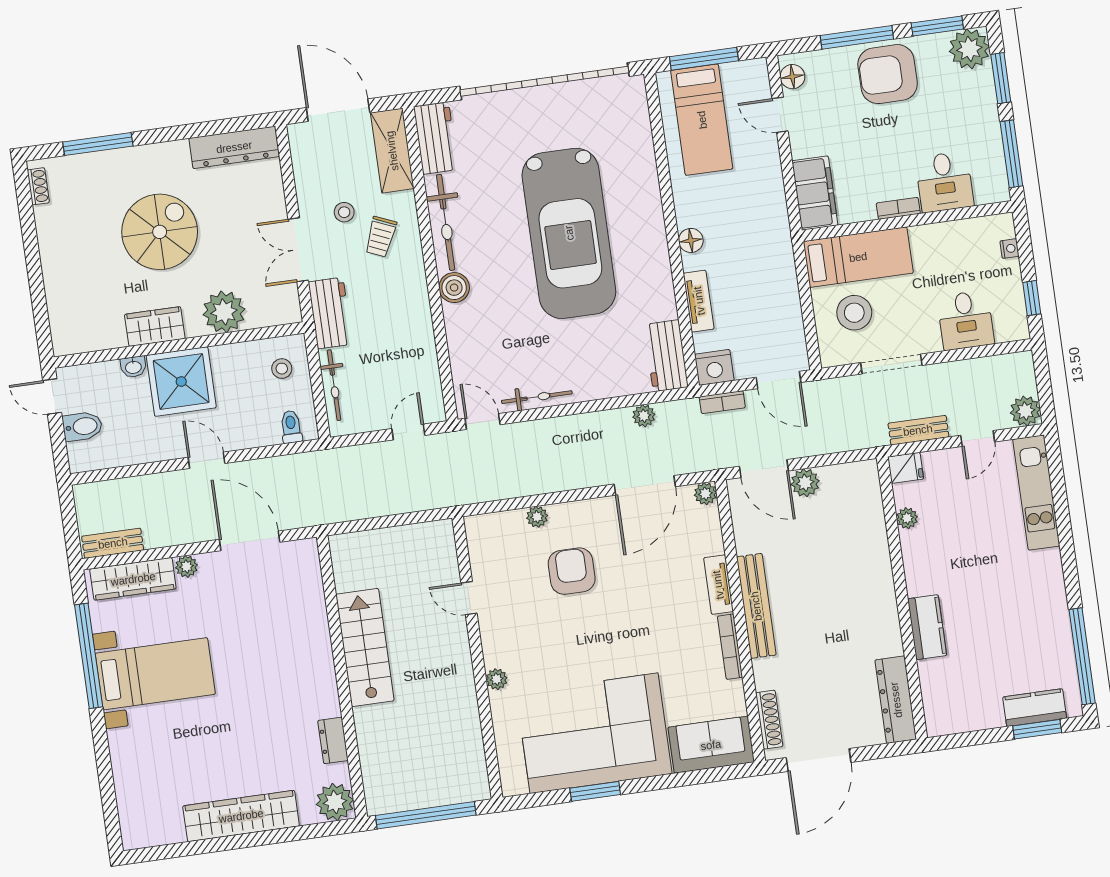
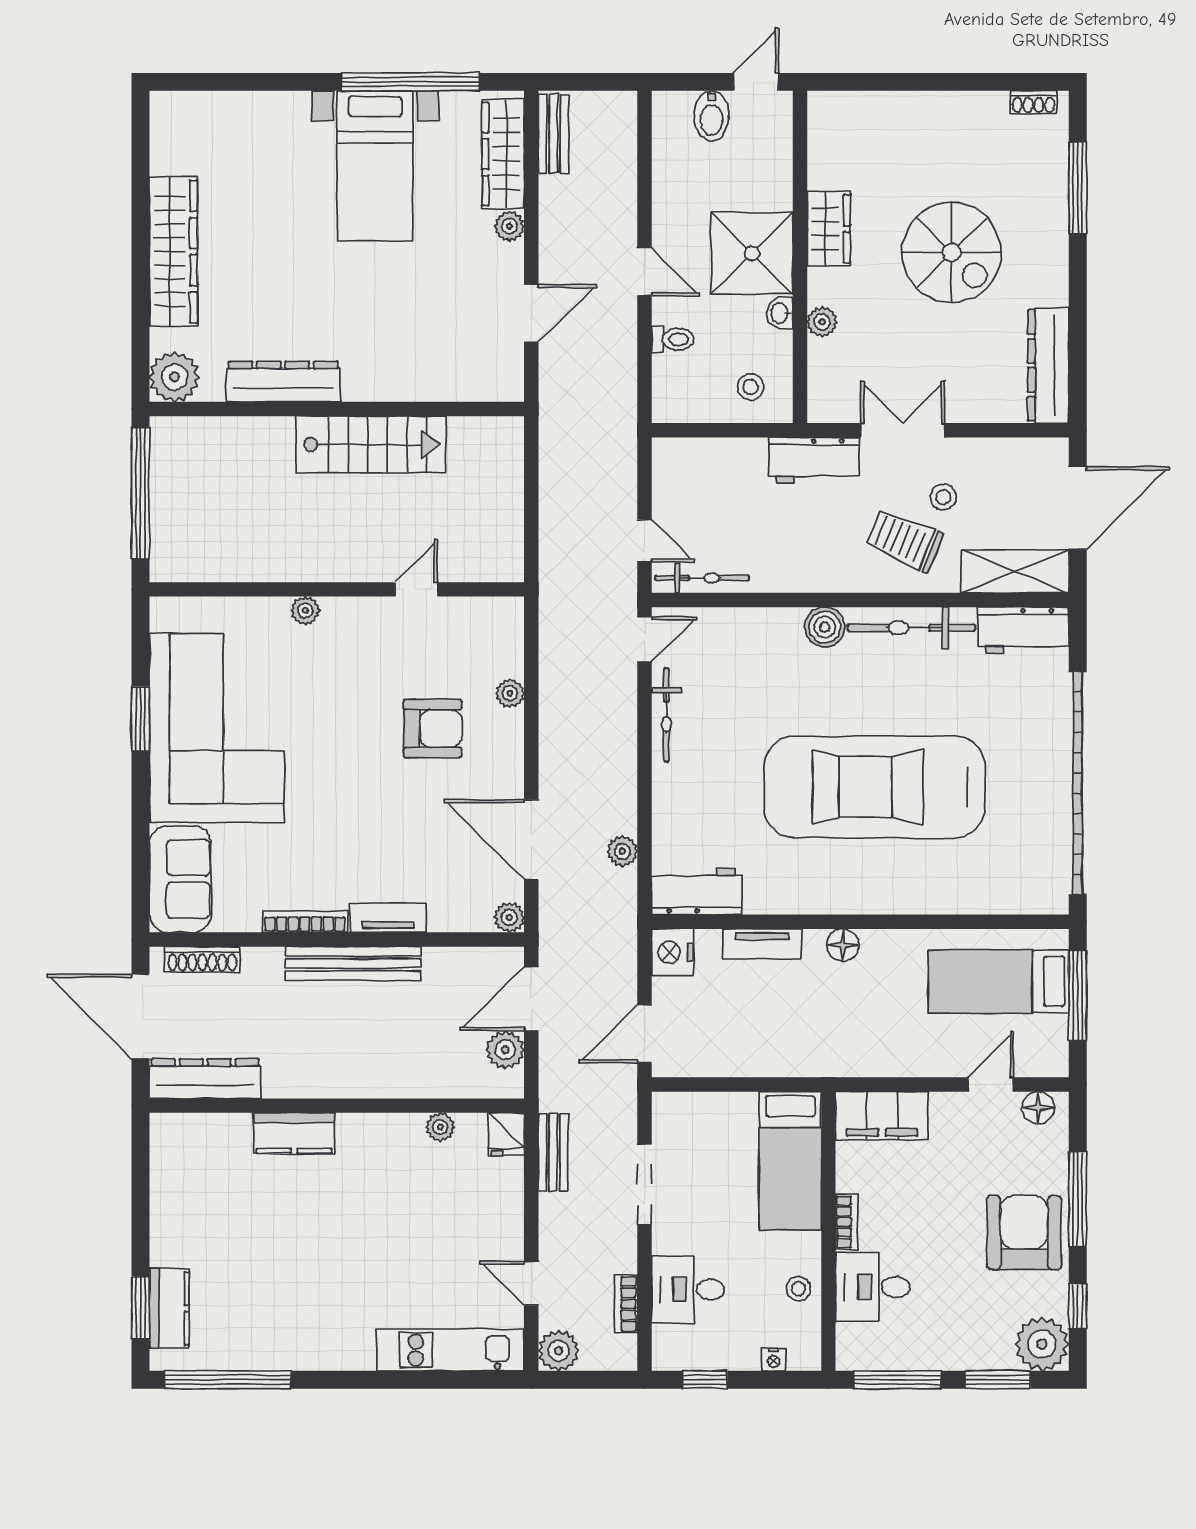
window: (937, 26) -> (1078, 1306), width x0.67
trolley: (381, 237) -> (904, 540), width x1.36, depth x1.39
plant: (224, 312) -> (822, 322), width x0.53, depth x0.53
stool: (854, 313) -> (798, 1289), moved, width x0.53, depth x0.53
washbasin: (133, 367) -> (780, 313), moved
bicycle: (334, 385) -> (702, 578), moved, turned 180
bookcase: (722, 402) -> (626, 1304), moved
toilet: (291, 427) -> (673, 339), moved
bench: (918, 430) -> (553, 1152), moved
door: (207, 460) -> (644, 272), hinge flipped
fridge: (906, 468) -> (506, 1134), moved
plant: (907, 518) -> (440, 1127), moved
door: (250, 541) -> (531, 313), width x0.73
wall: (902, 598) -> (337, 1106), moved
kitchen counter: (927, 627) -> (294, 1133), moved
dresser: (896, 700) -> (205, 1079), moved
dresser: (333, 740) -> (283, 382), width x1.96, depth x1.24

